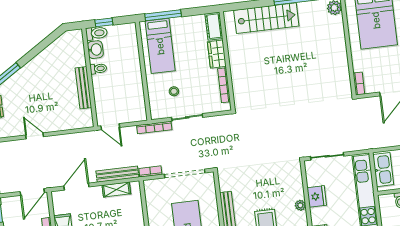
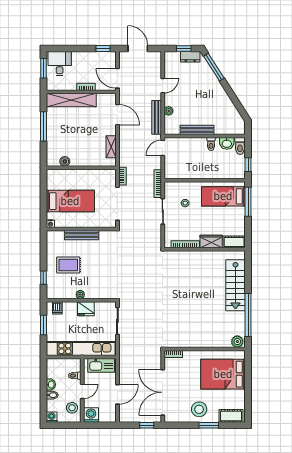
window: (104, 22) -> (248, 165), moved
plant: (64, 125) -> (169, 111), added
bench: (117, 174) -> (157, 117), moved

